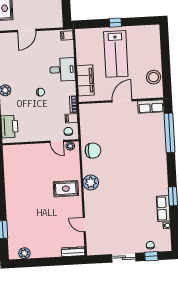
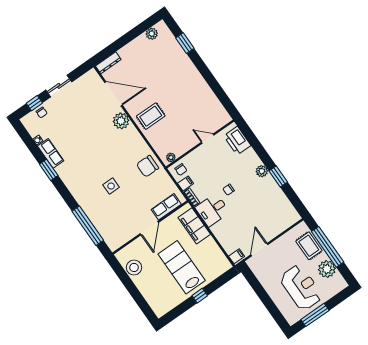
door: (27, 31) -> (259, 250), moved
desk: (62, 70) -> (212, 210), moved
row of seats: (151, 106) -> (166, 207), moved
door: (57, 141) -> (208, 139), moved
side table: (132, 153) -> (111, 186), added
plant: (91, 182) -> (121, 121), moved
door: (84, 225) -> (113, 94), width x1.88

